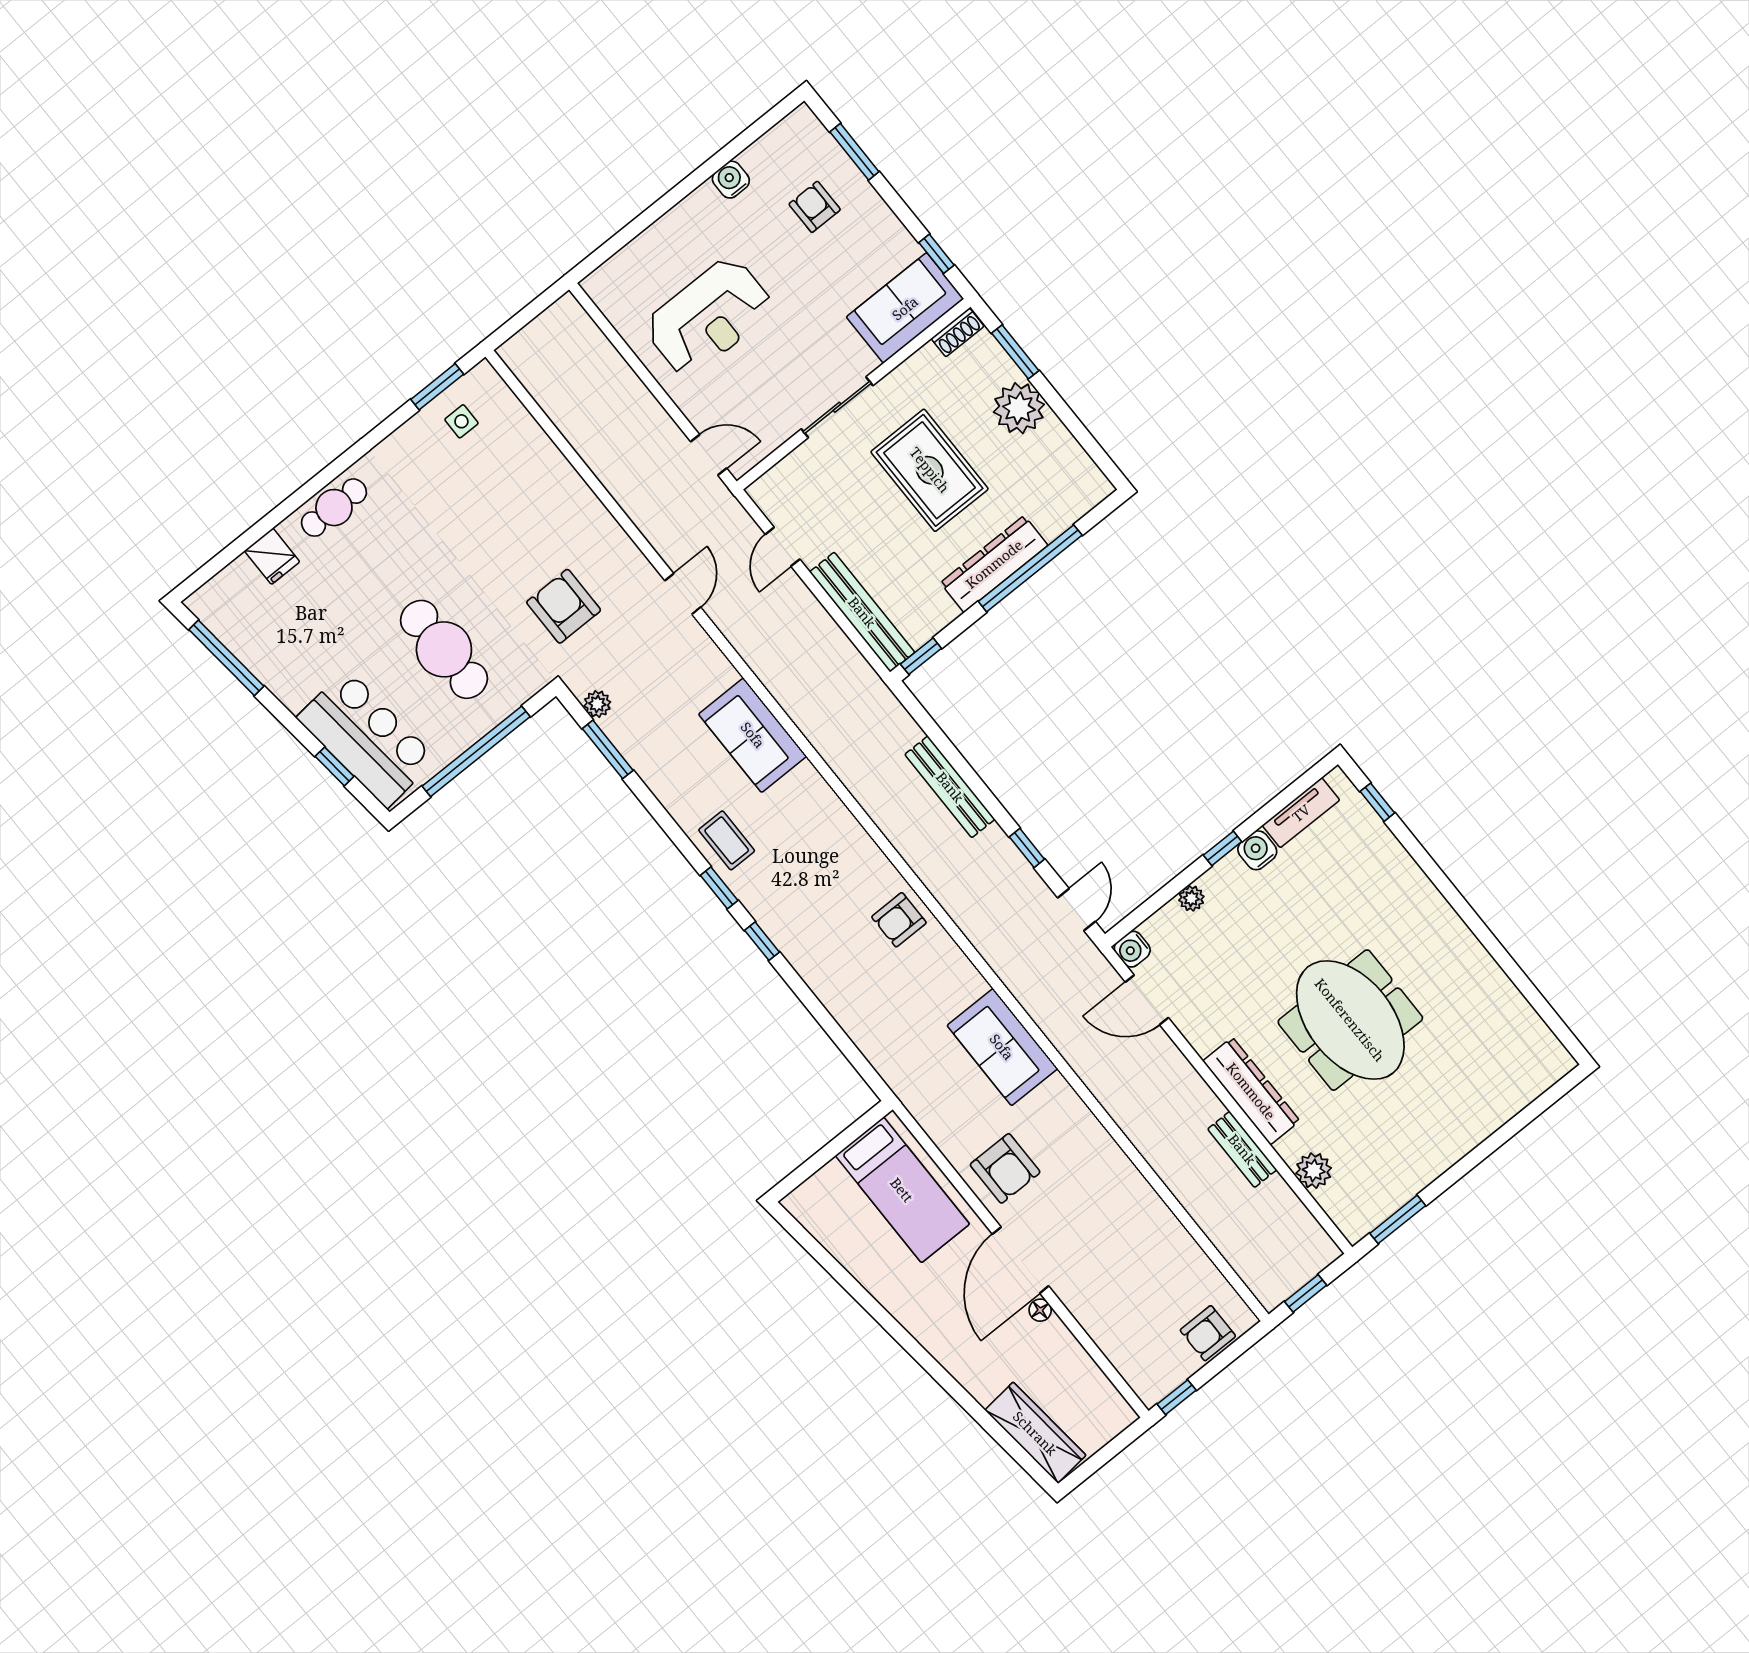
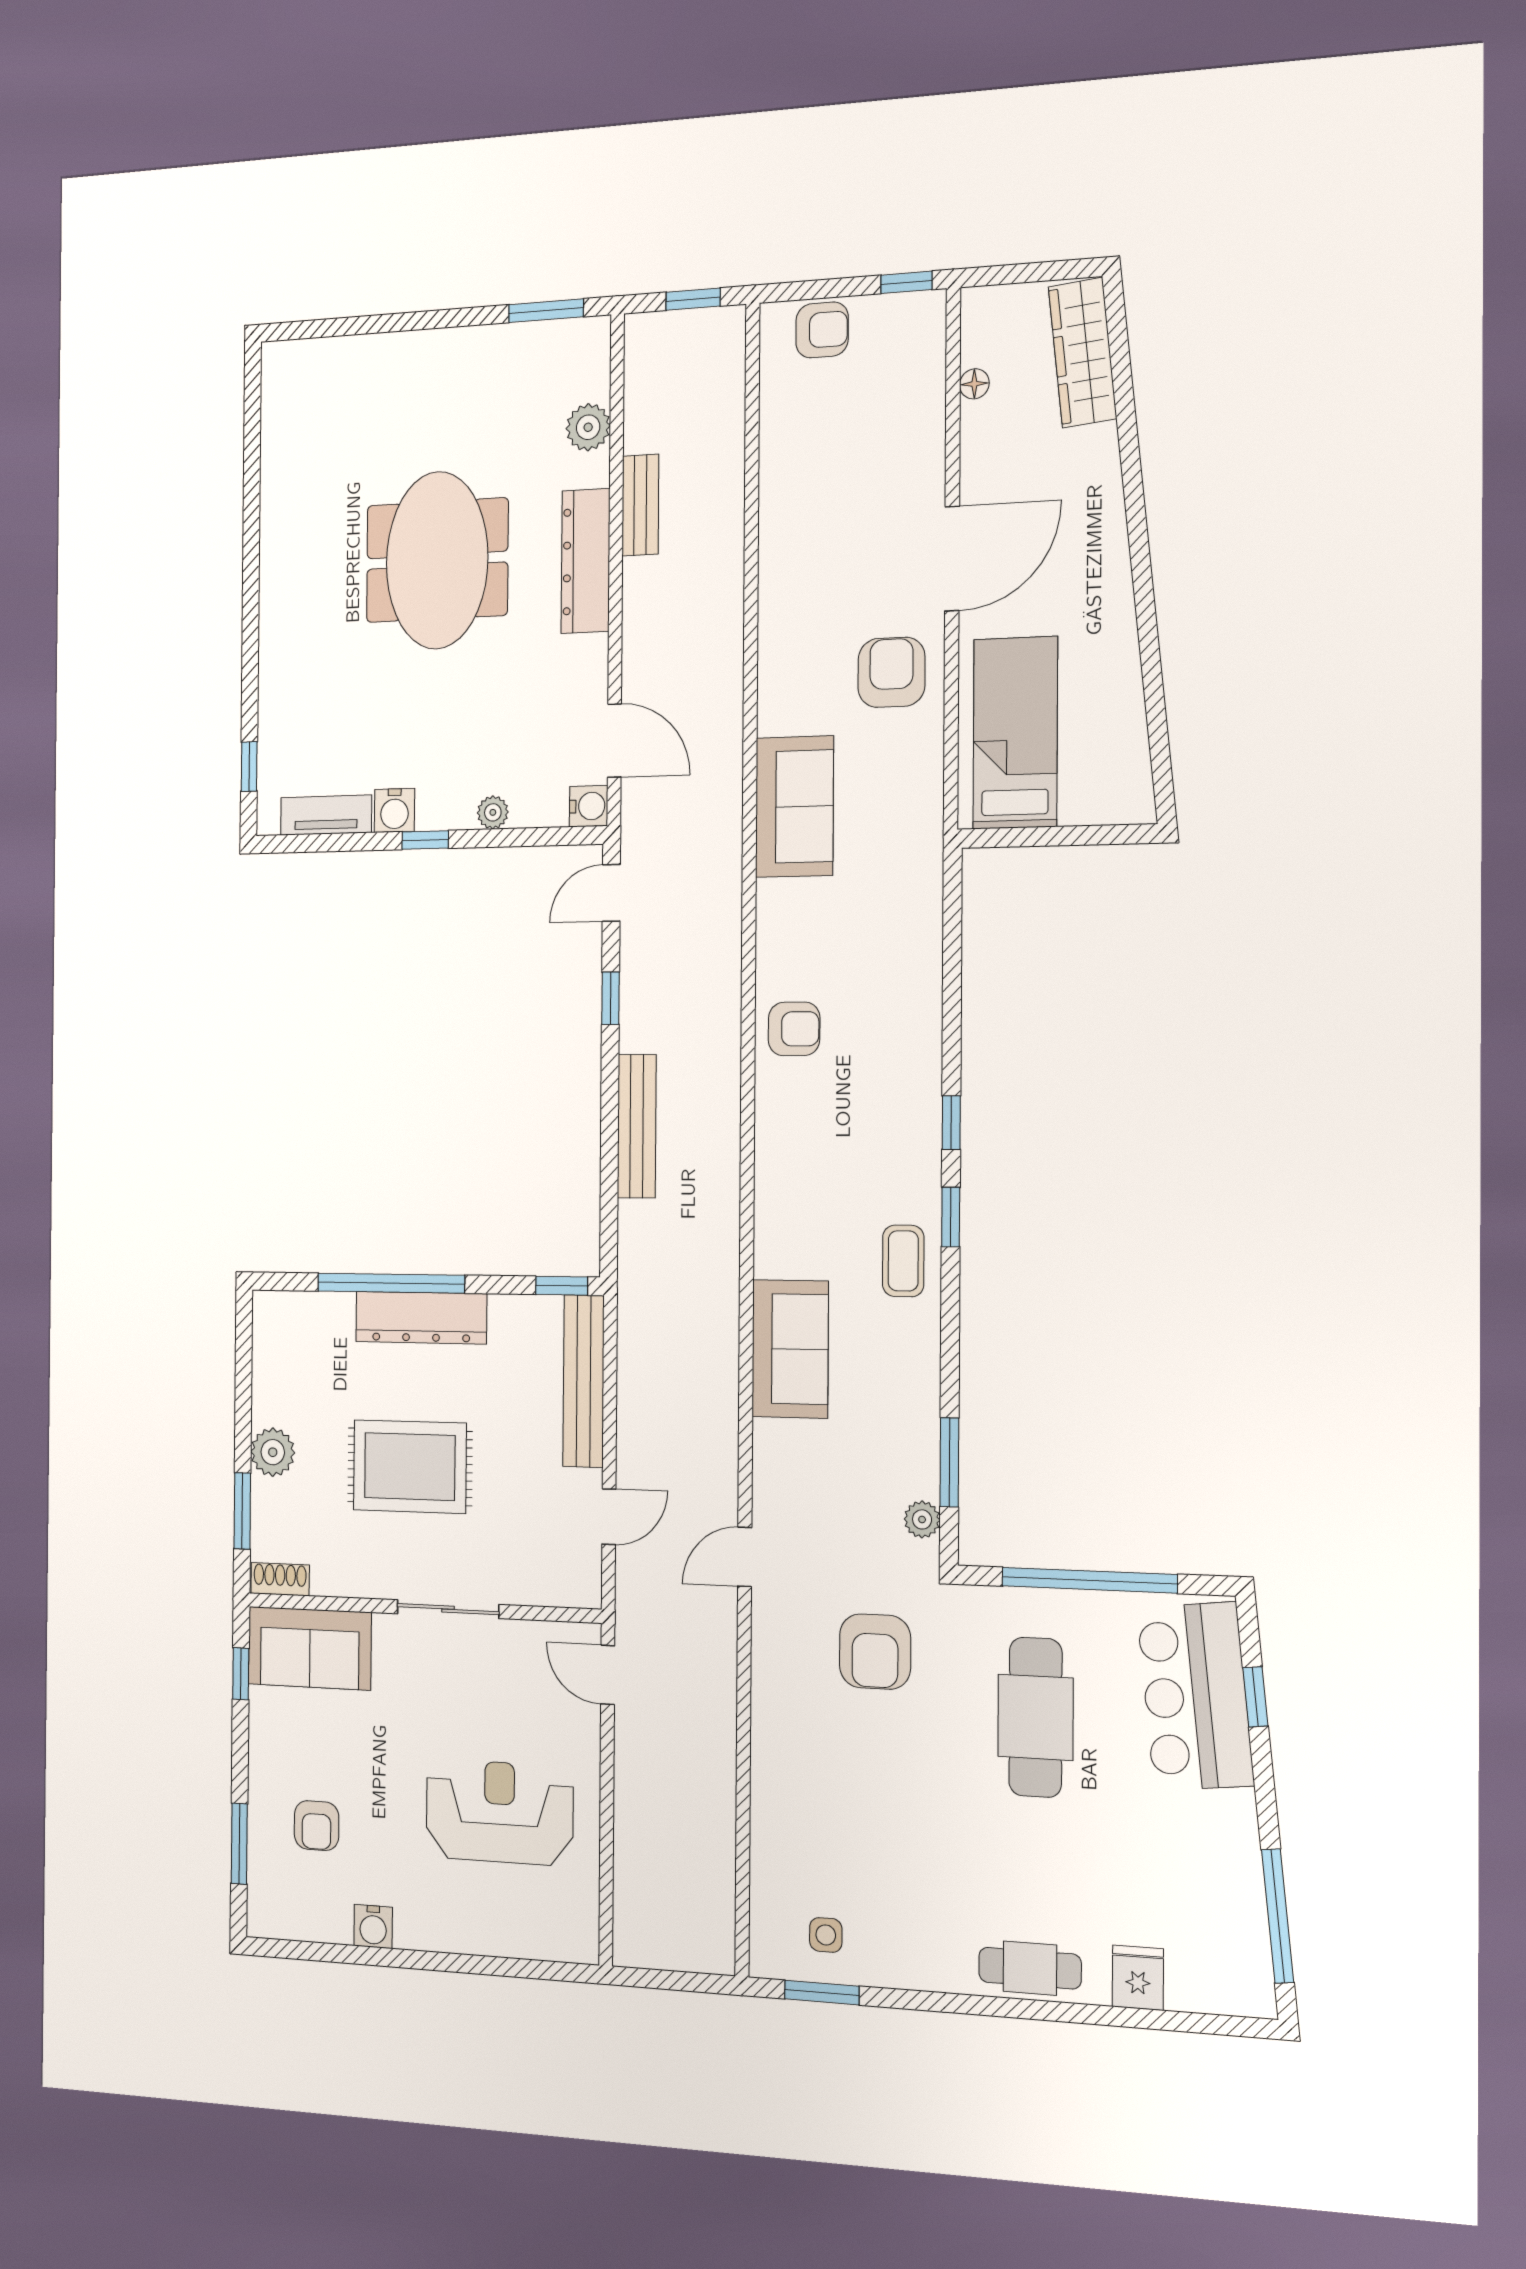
plant: (1019, 408) -> (273, 1452), width x0.73, depth x0.73
rug: (930, 470) -> (410, 1467), turned 90
floor lamp: (1040, 1310) -> (974, 384), moved

